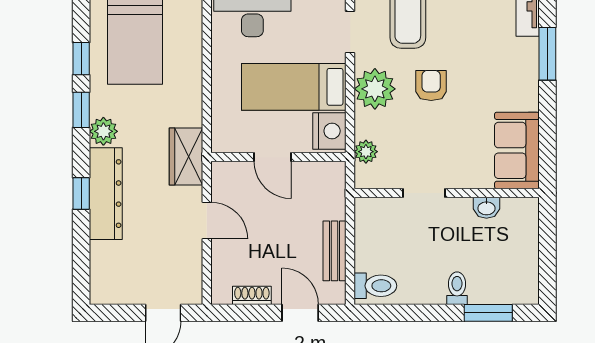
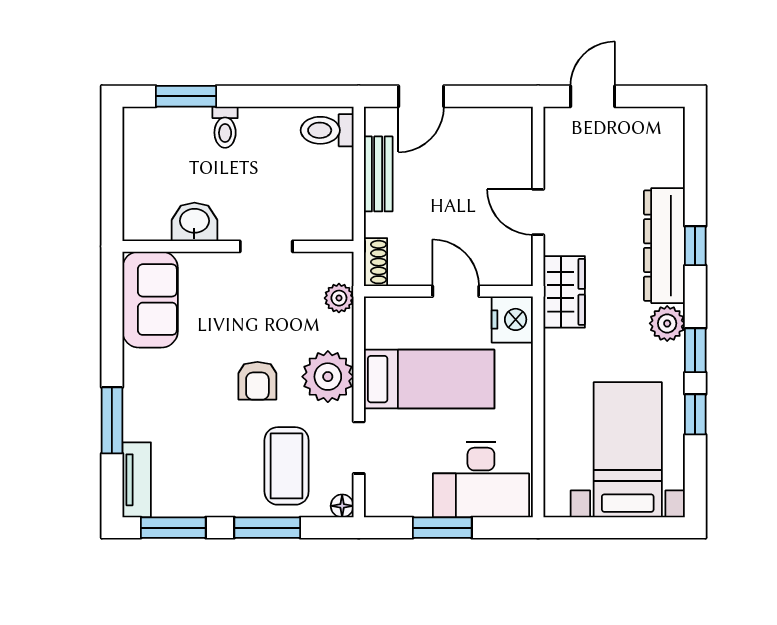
nightstand: (329, 131) -> (512, 319), moved, turned 180
washbasin: (486, 208) -> (194, 222), width x1.38, depth x1.45
shoe rack: (252, 295) -> (376, 262), moved, turned -90
door: (300, 313) -> (421, 96), hinge flipped

